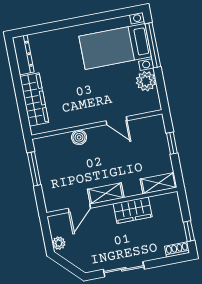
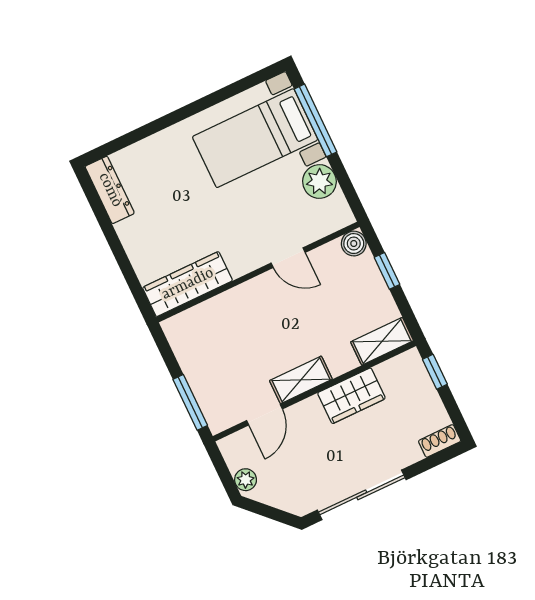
wardrobe: (34, 100) -> (188, 284), moved, turned -90
boiler: (79, 137) -> (354, 244), moved
window: (34, 169) -> (190, 402), moved
window: (189, 231) -> (435, 372), moved
sliding door: (124, 269) -> (362, 495), width x1.37

